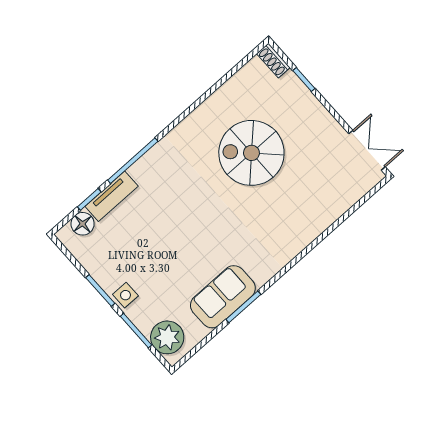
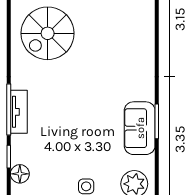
spiral stairs: (251, 153) -> (48, 33), moved
tv unit: (112, 196) -> (19, 112), moved

